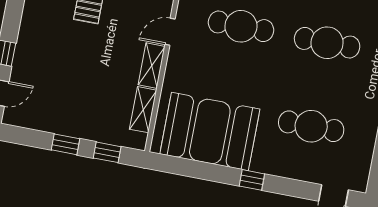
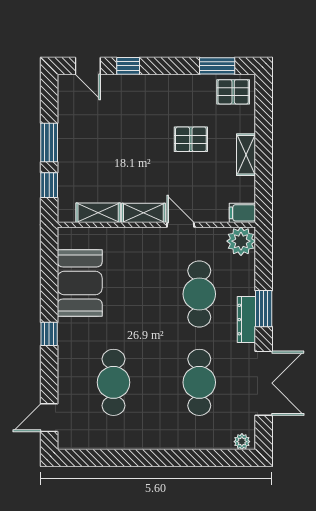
booth: (210, 131) -> (80, 283), width x0.73, depth x0.70
window: (65, 144) -> (49, 142), width x1.50

